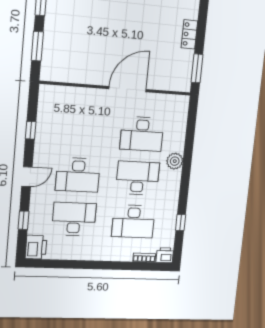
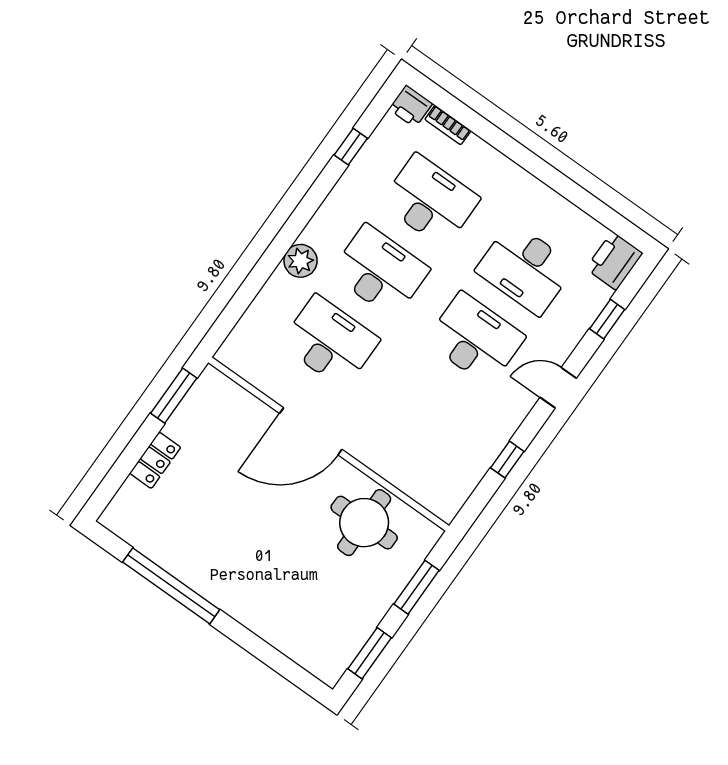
round table: (79, 62) -> (364, 523), added
desk: (138, 178) -> (380, 271), turned 180

